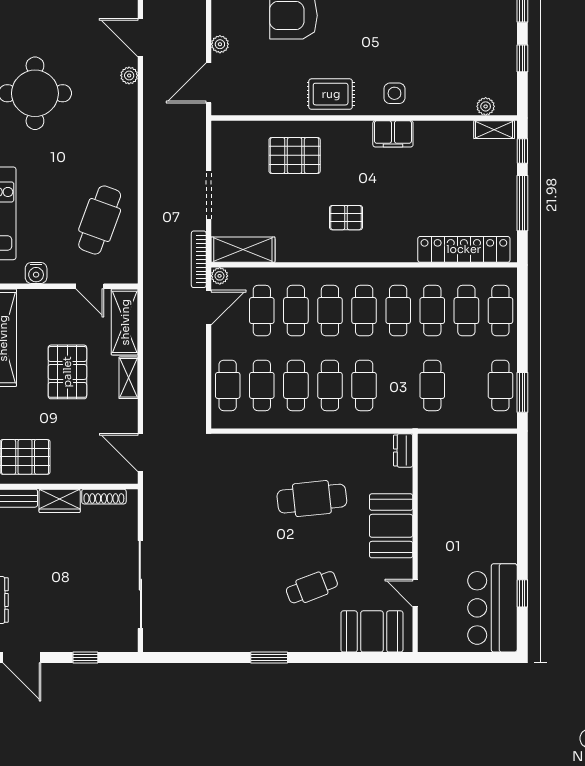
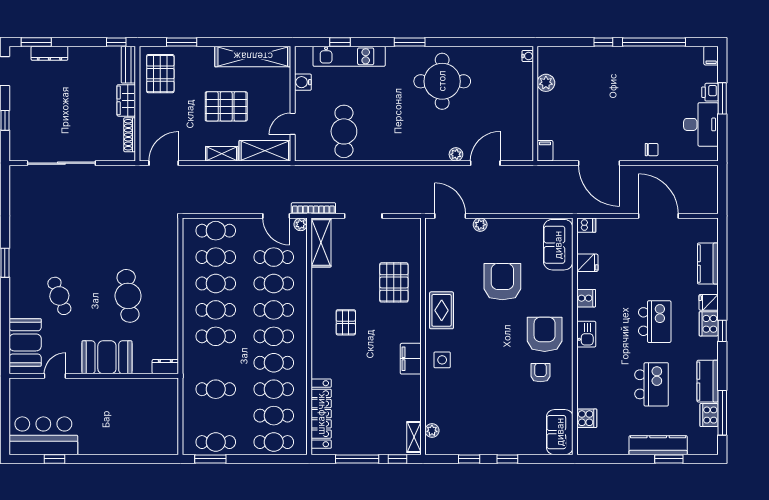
cafe table: (100, 220) -> (344, 131), turned 70

